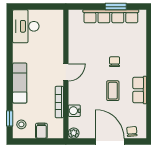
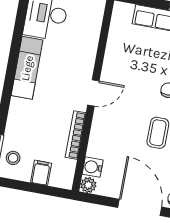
exam couch: (20, 83) -> (27, 68), moved
water cooler: (74, 111) -> (93, 167), moved

